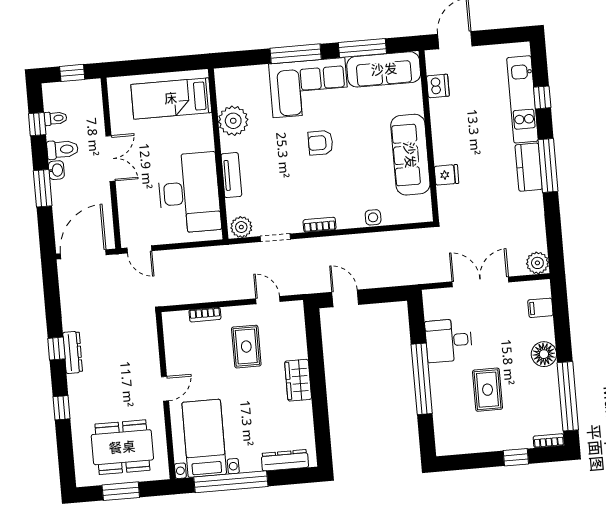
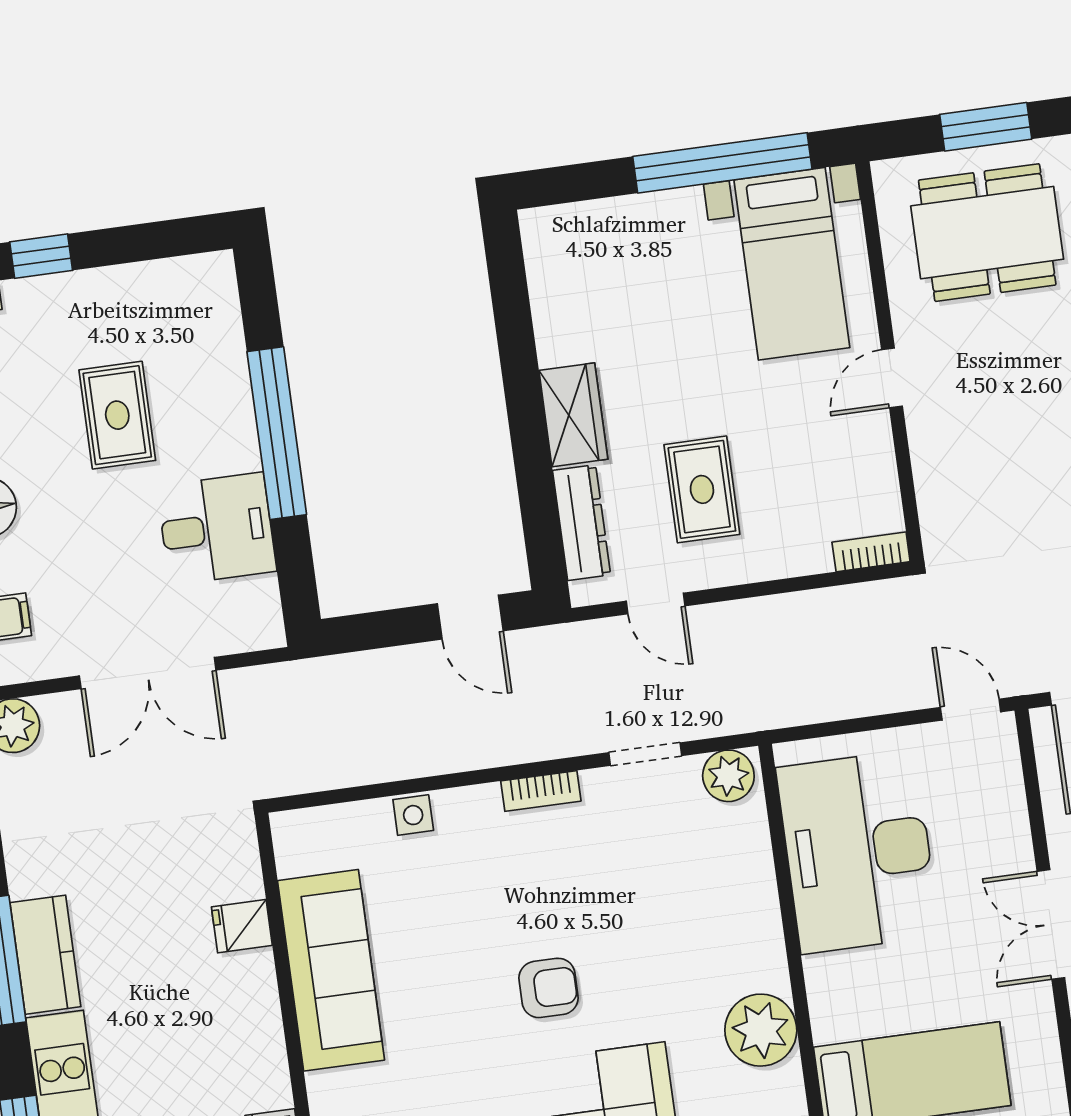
tv unit: (231, 175) -> (759, 899), removed
bookcase: (205, 315) -> (871, 552), moved
dresser: (285, 460) -> (582, 523), moved, turned -90

